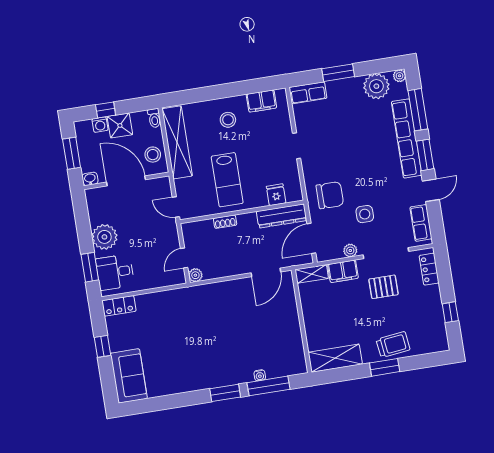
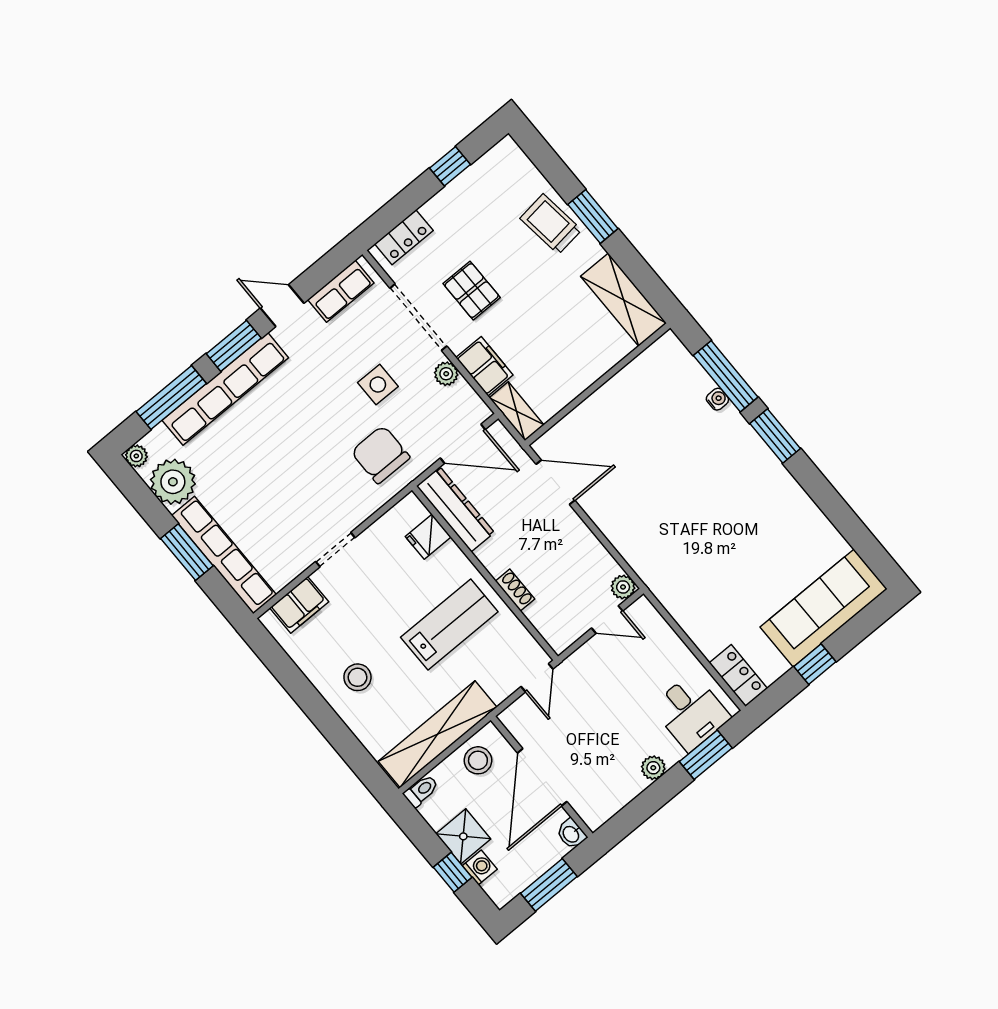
row of seats: (308, 93) -> (224, 555), width x2.02
filing cabinet: (261, 101) -> (299, 605), moved, turned 90
plant: (104, 237) -> (653, 768), width x0.53, depth x0.53
sofa: (129, 376) -> (824, 608), width x1.36

